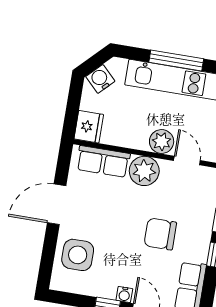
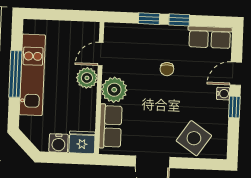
water cooler: (100, 79) -> (59, 143), moved, turned -45
chair: (160, 234) -> (167, 69), width x0.54, depth x0.54
side table: (78, 255) -> (194, 138), turned 34

